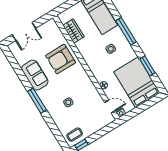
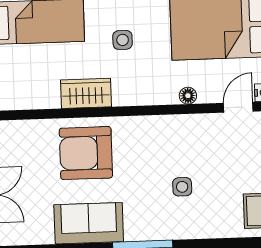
wardrobe: (73, 31) -> (86, 93), moved
armchair: (61, 59) -> (86, 153), turned 90

